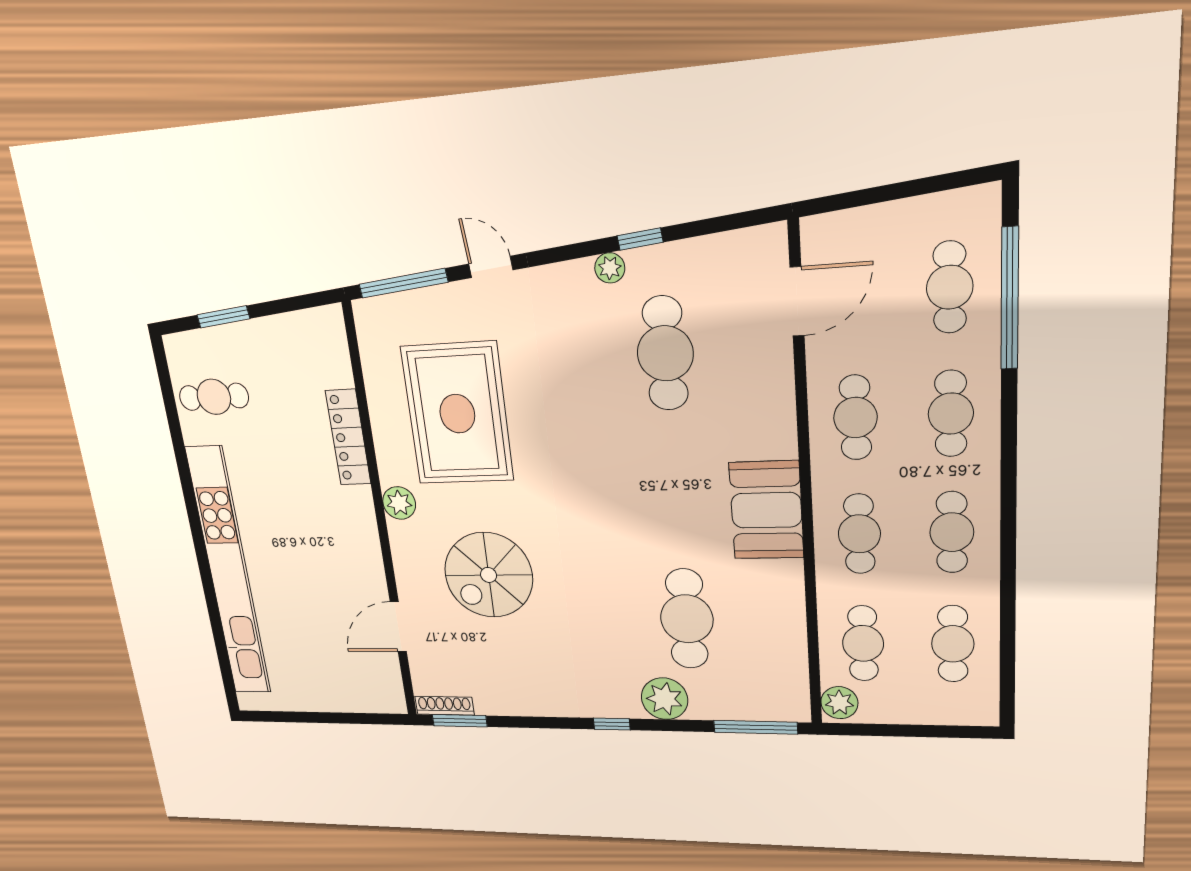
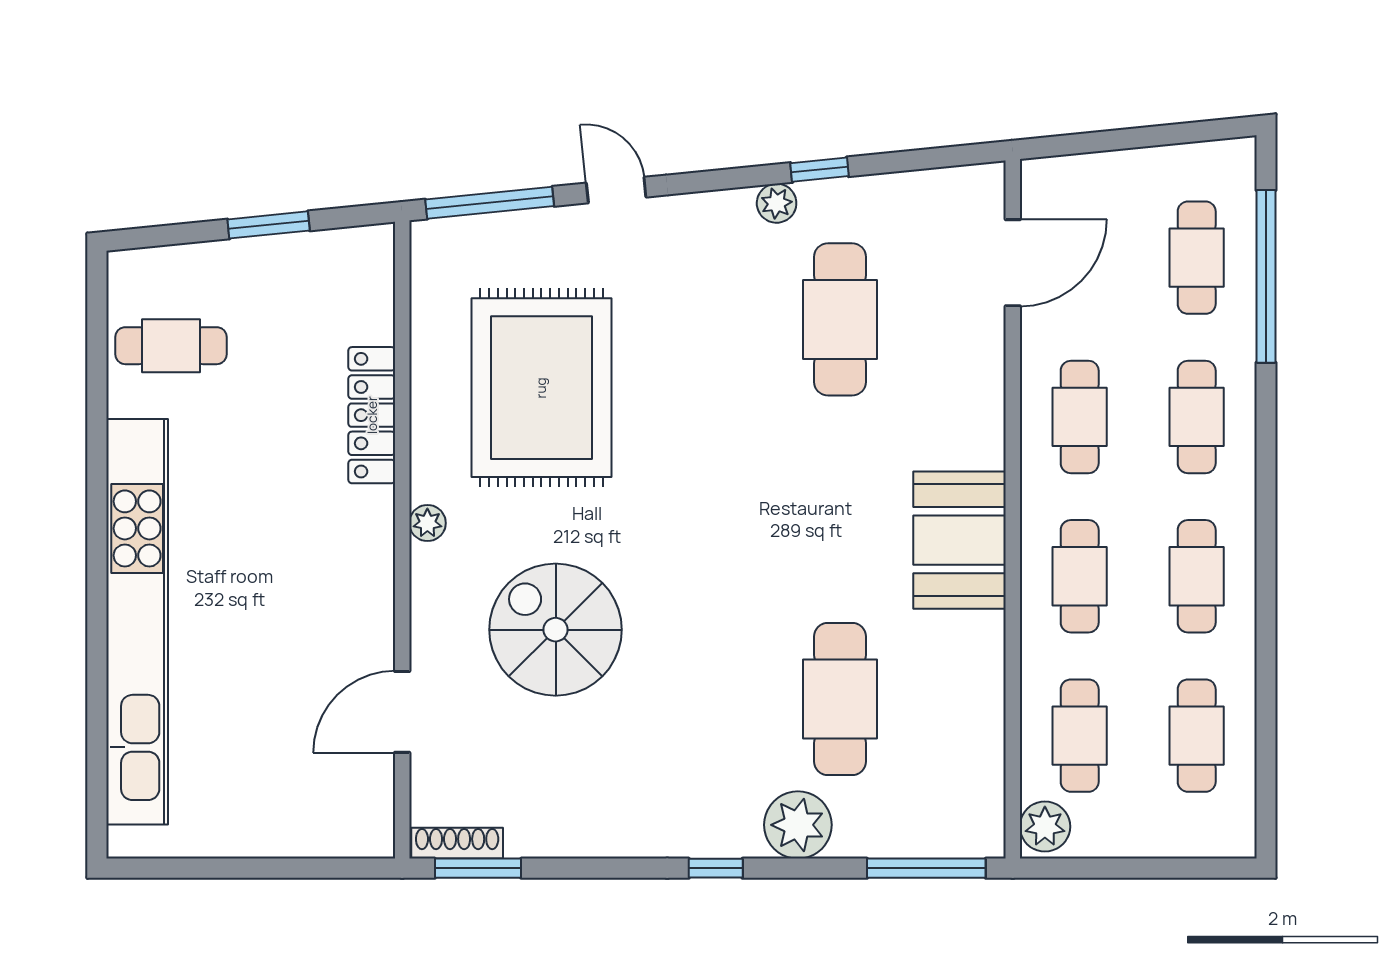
window: (223, 317) -> (269, 225), moved
plant: (399, 503) -> (427, 523), width x0.73, depth x0.73
spiral stairs: (489, 575) -> (556, 630), turned 90

